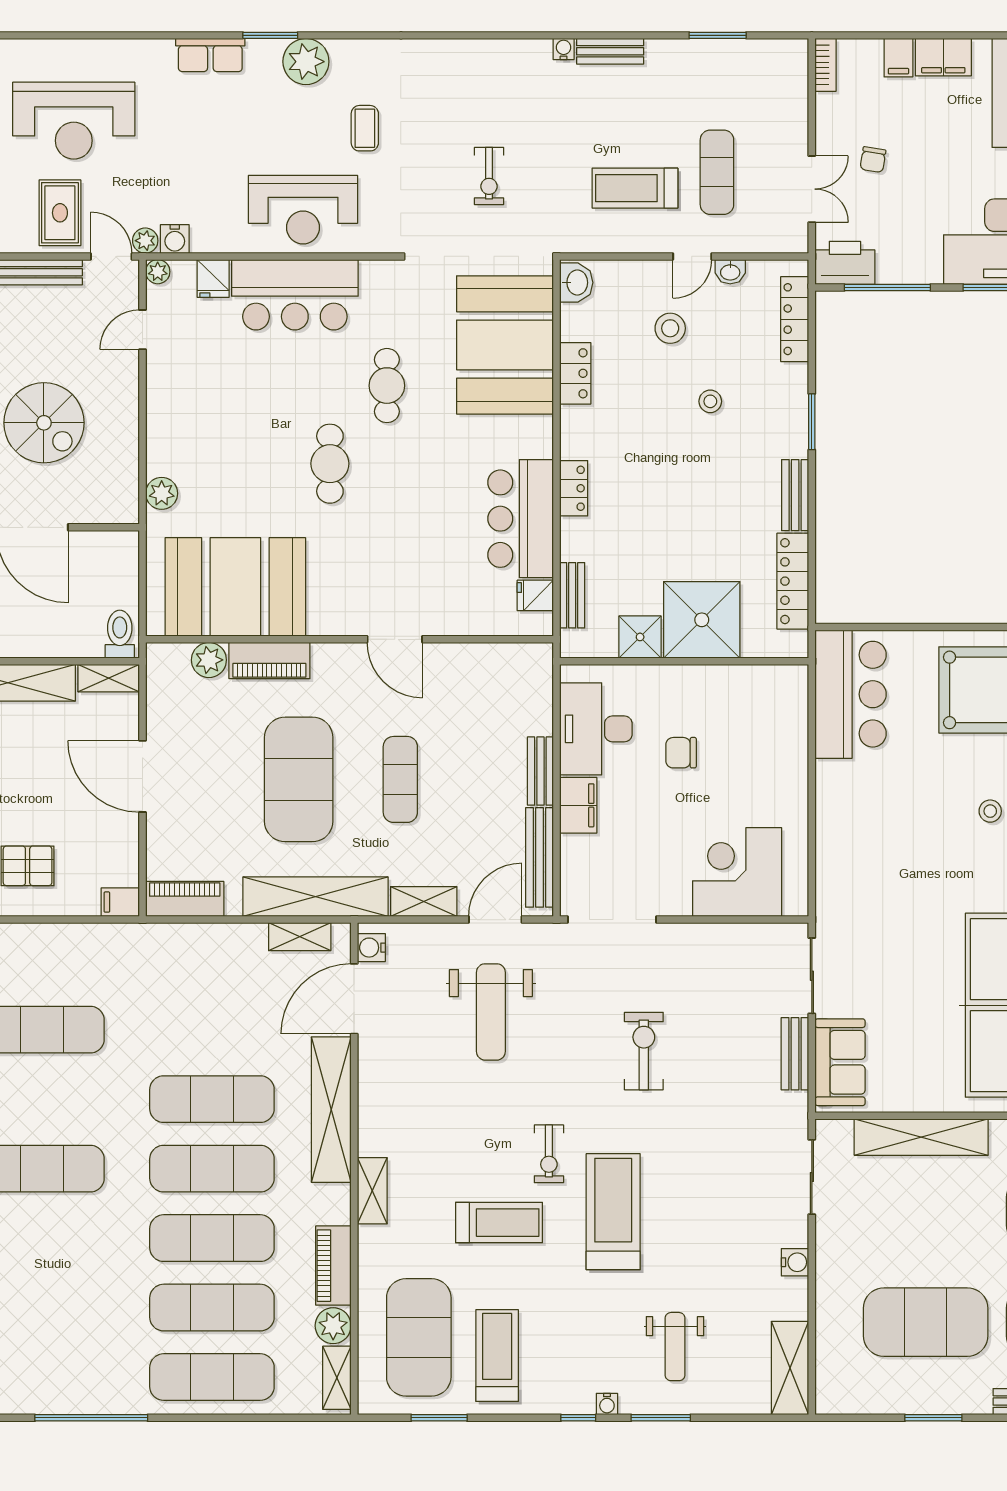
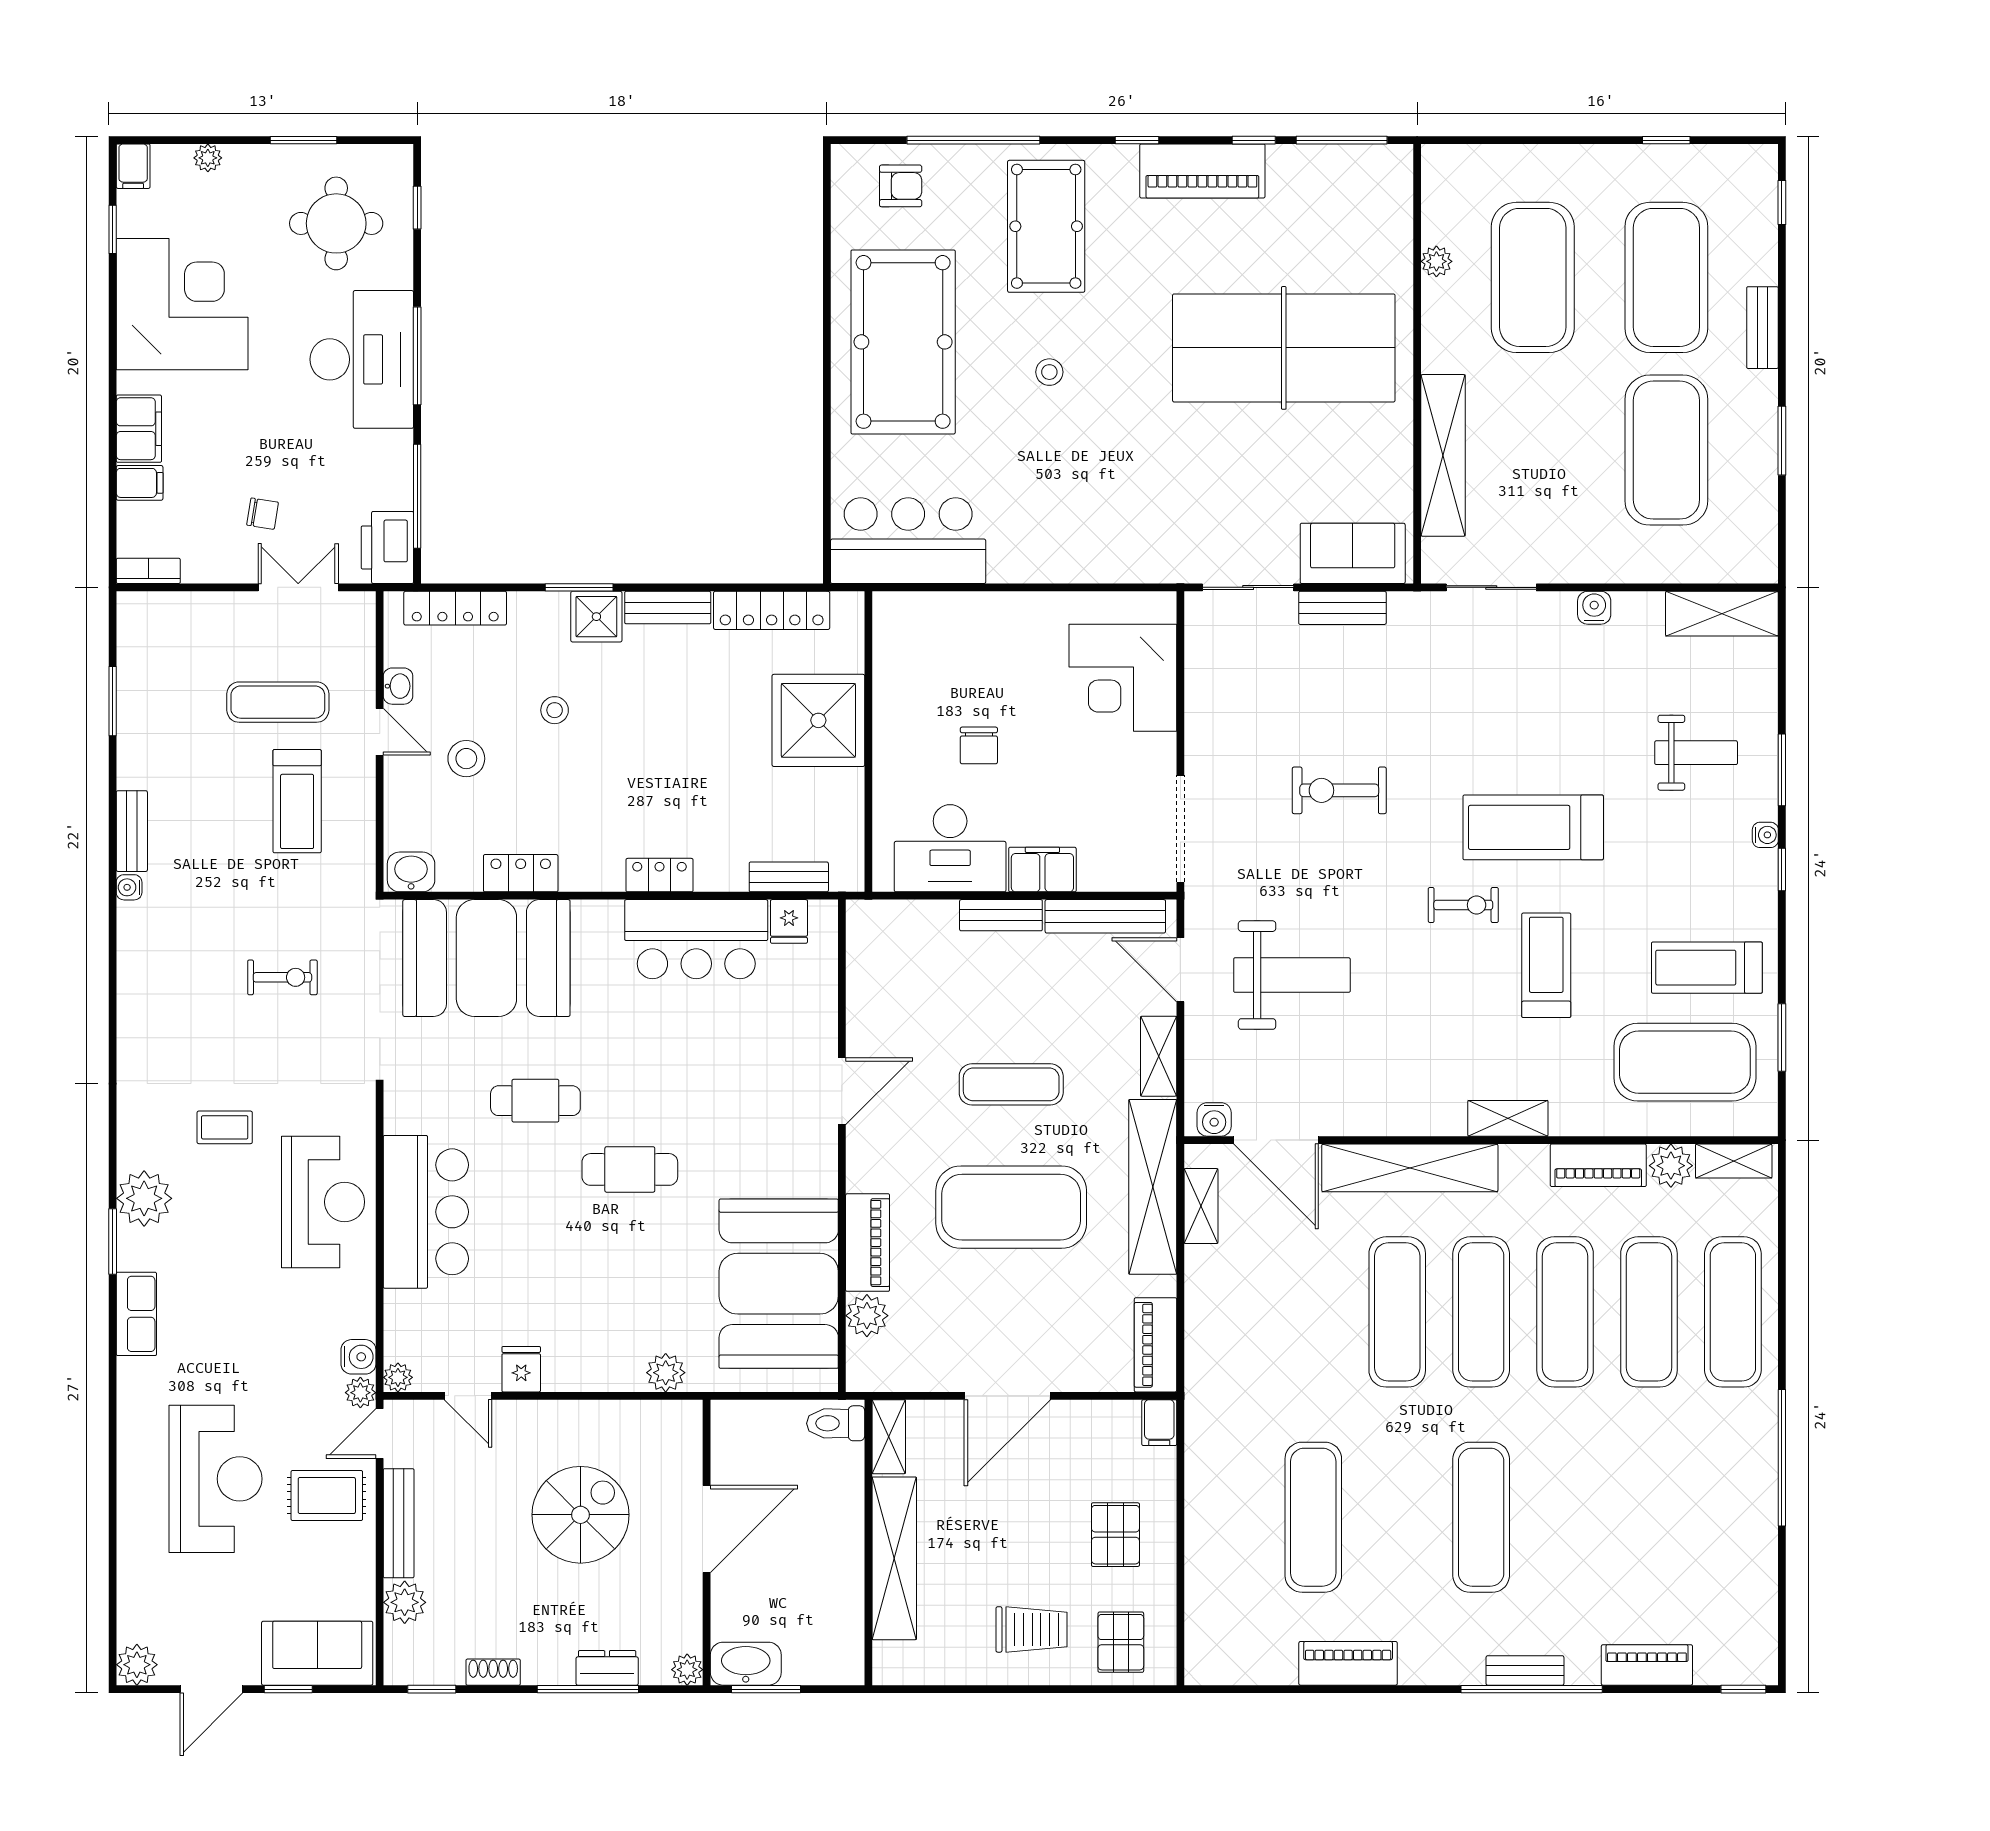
fridge: (213, 278) -> (521, 1369), moved, turned -90
shower: (640, 637) -> (596, 617), moved

